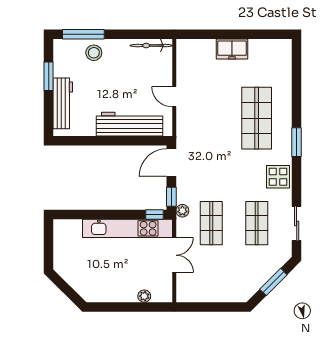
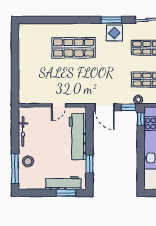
bicycle: (151, 46) -> (23, 131), moved
freezer: (232, 49) -> (25, 65), removed
window: (49, 76) -> (66, 193), moved
window: (90, 141) -> (89, 164), added
window: (297, 142) -> (111, 20), moved

